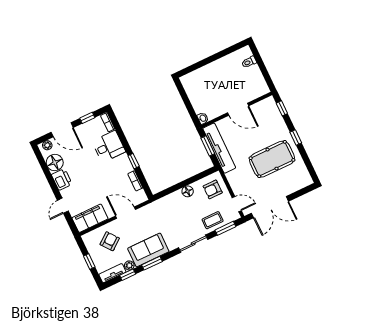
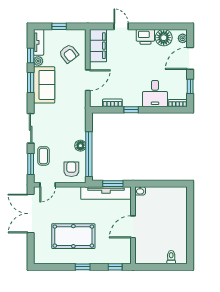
pool table: (272, 159) -> (73, 236), turned 90
window: (192, 180) -> (89, 154), added

